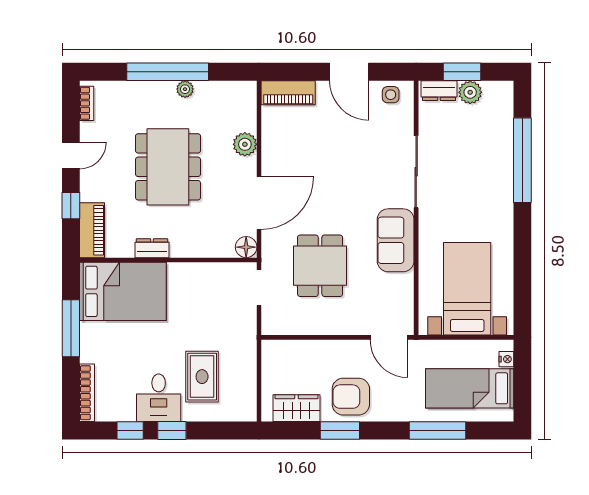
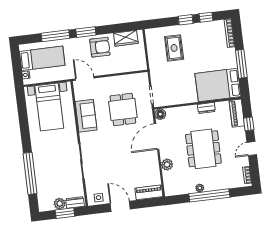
sofa: (396, 240) -> (86, 116), moved
desk: (159, 398) -> (194, 35), removed
window: (340, 430) -> (86, 32), moved

